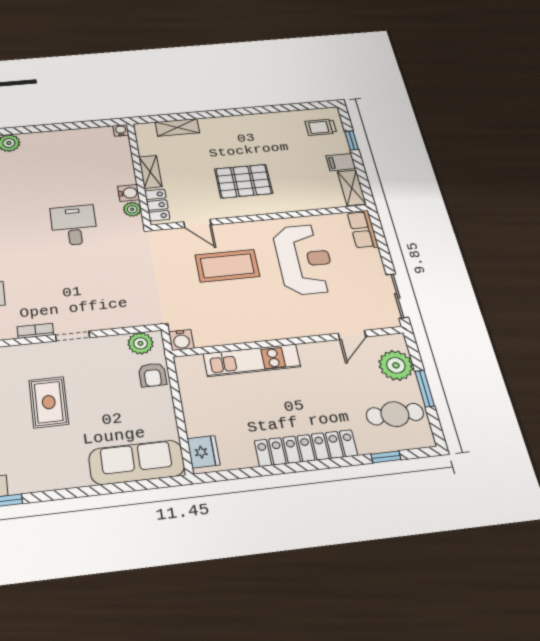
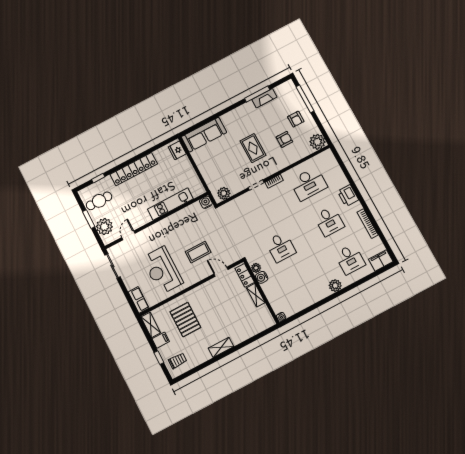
shelving: (177, 127) -> (221, 347), moved
pallet: (244, 181) -> (185, 320), moved, turned 90
coffee table: (227, 266) -> (198, 252), width x0.73, depth x0.76
armchair: (152, 375) -> (212, 179), removed

